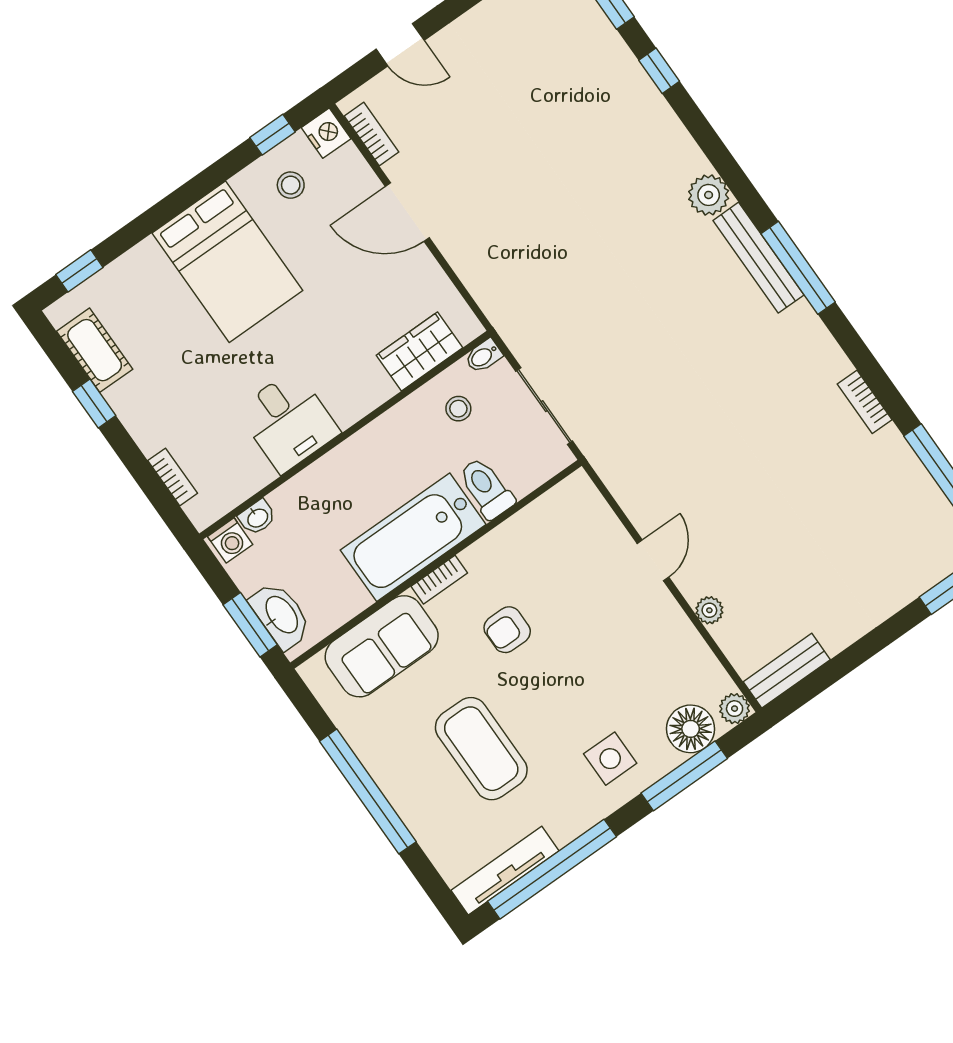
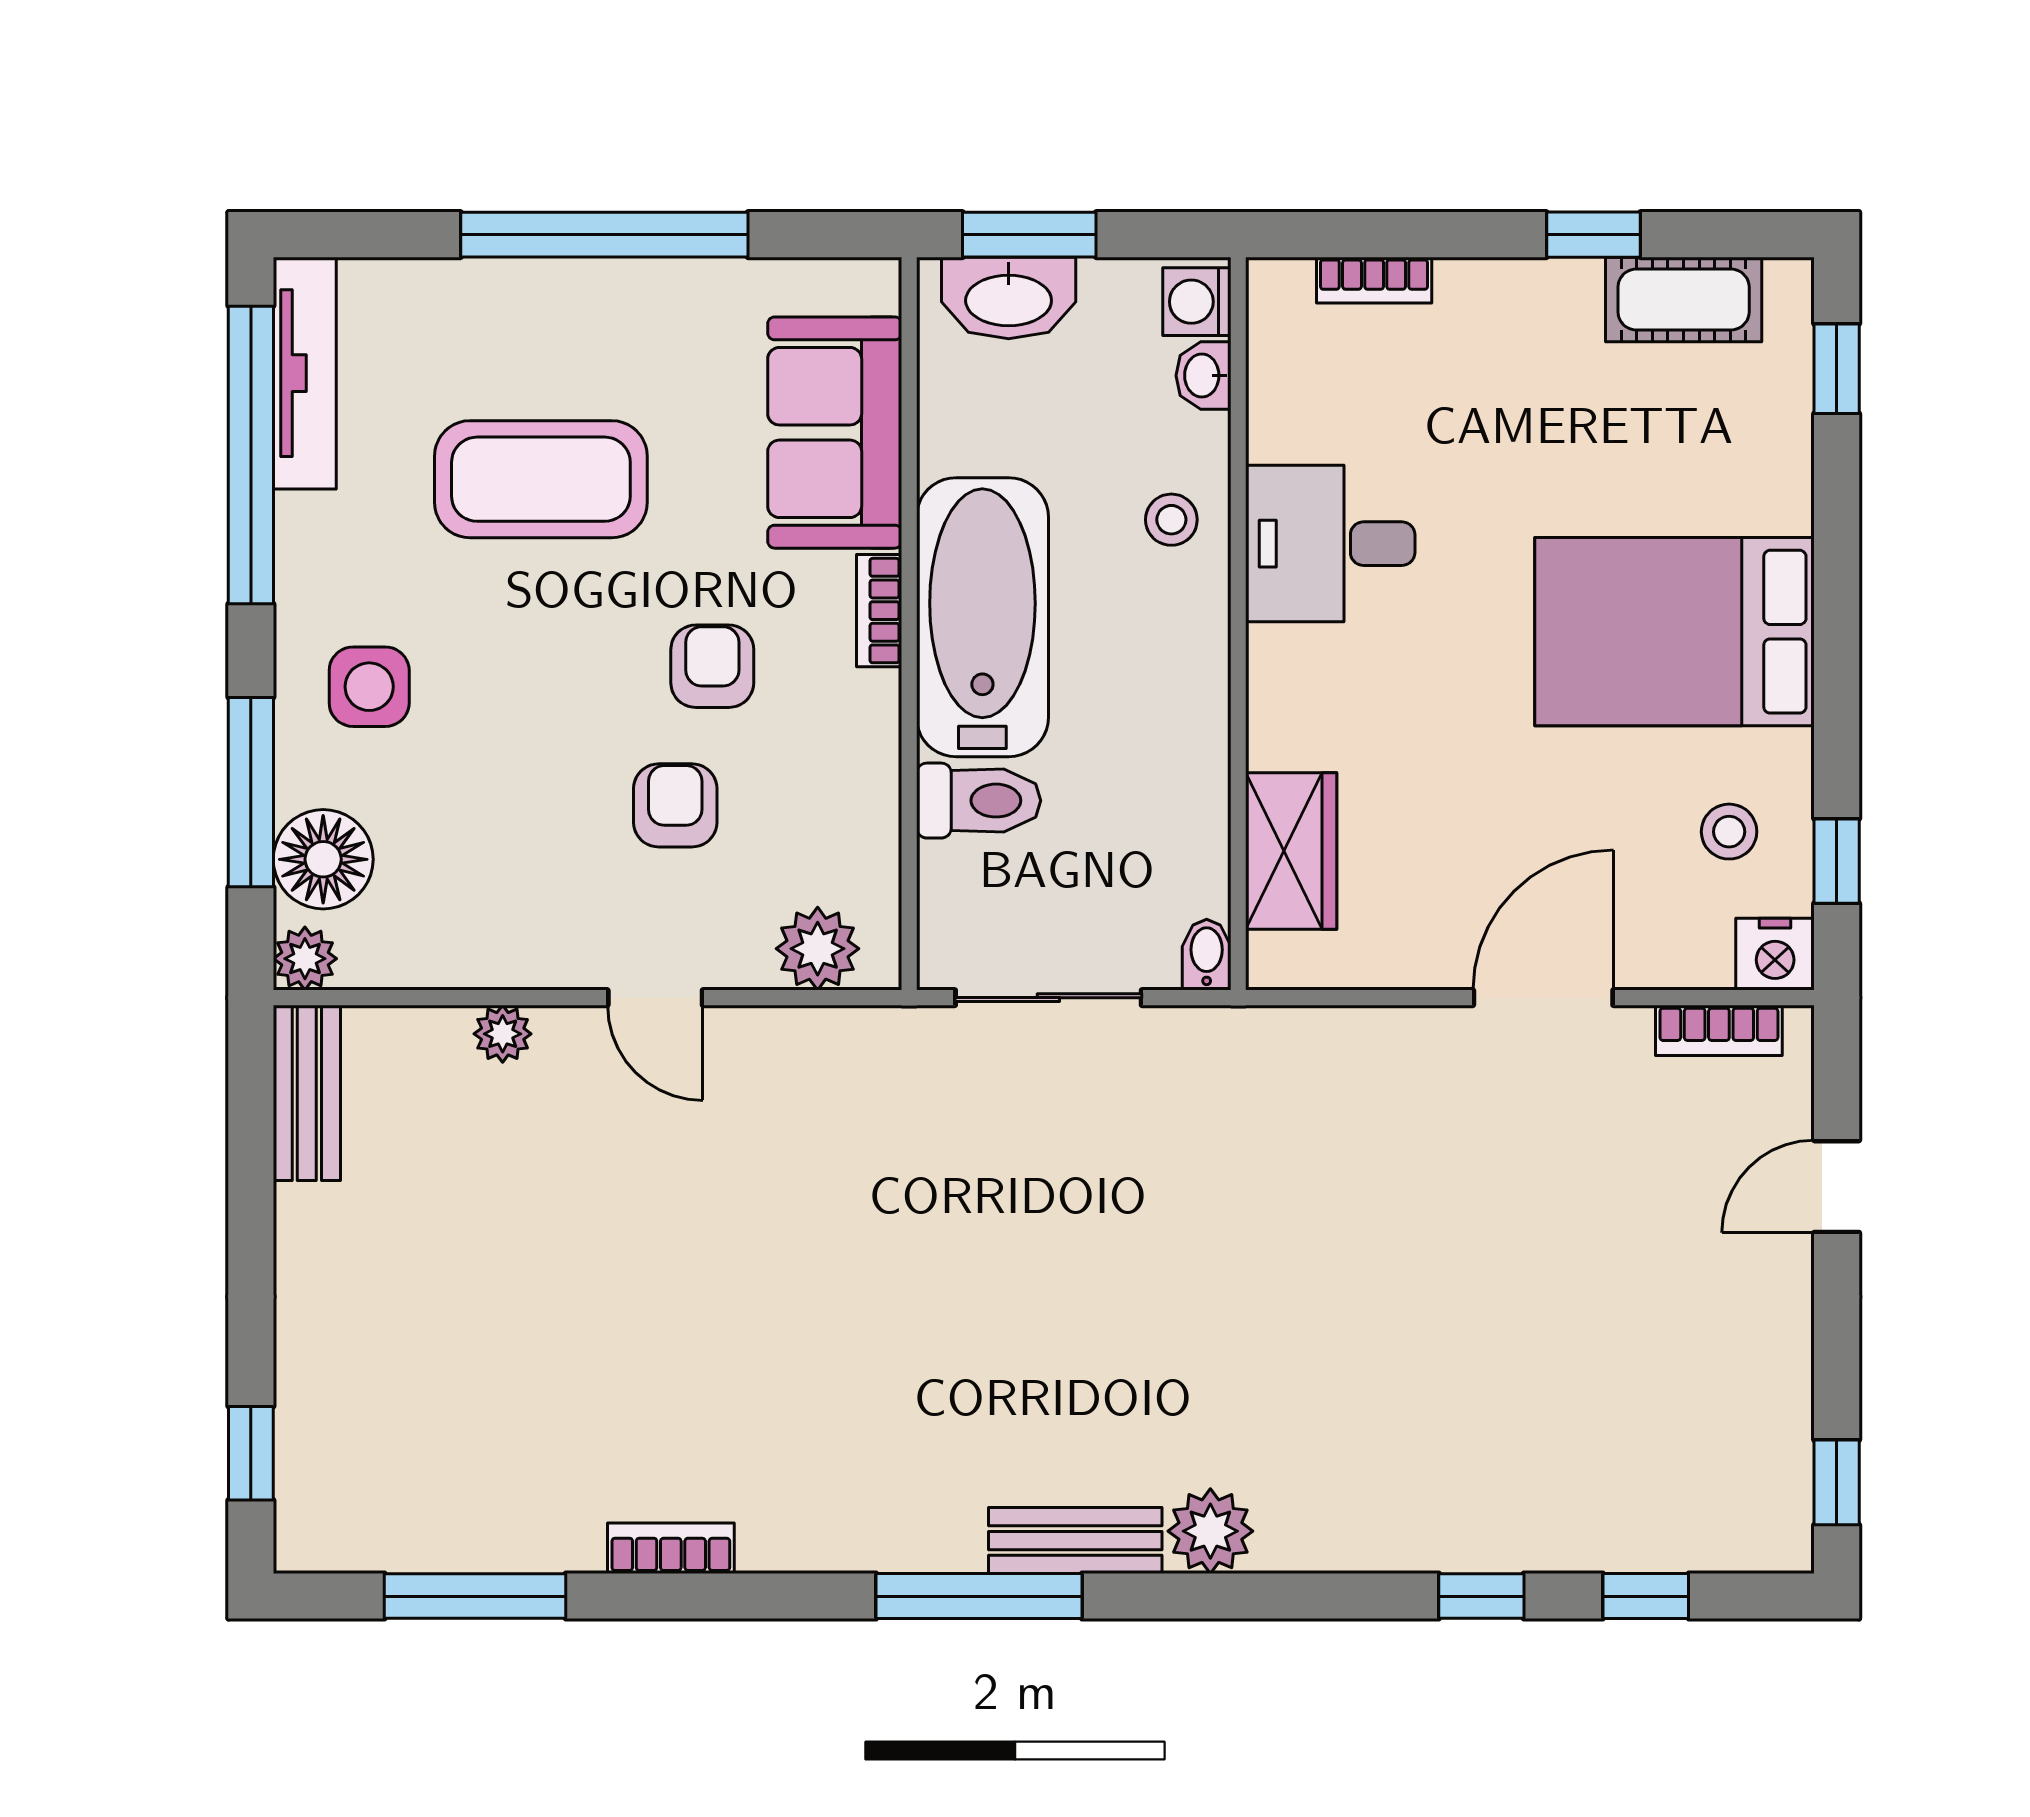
bench: (758, 258) -> (1075, 1541), width x0.73
stool: (458, 409) -> (1171, 520), moved
plant: (589, 510) -> (818, 949), added
armchair: (572, 606) -> (675, 805), added

